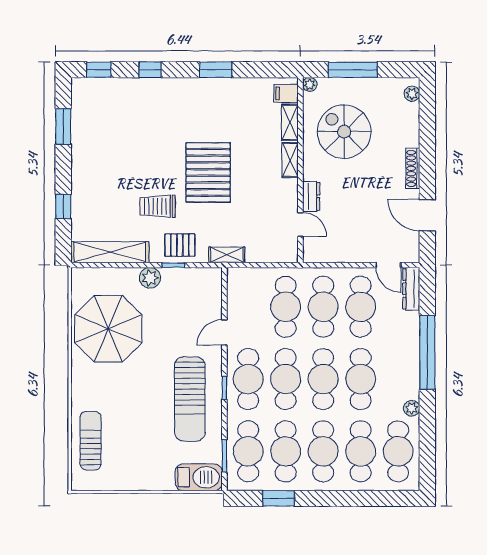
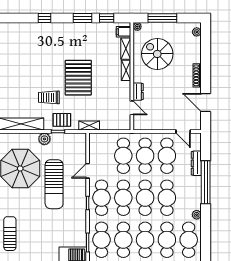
window: (99, 70) -> (107, 18), moved
dresser: (411, 289) -> (196, 163), moved
sun lounger: (190, 399) -> (54, 184), moved

